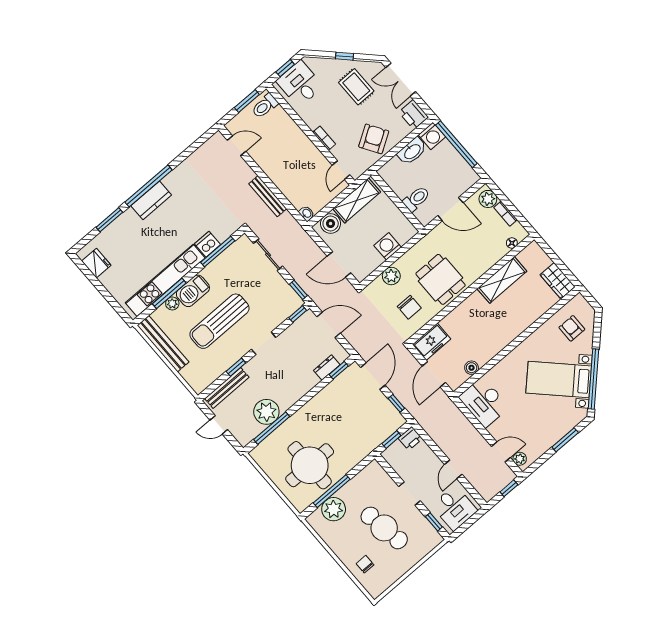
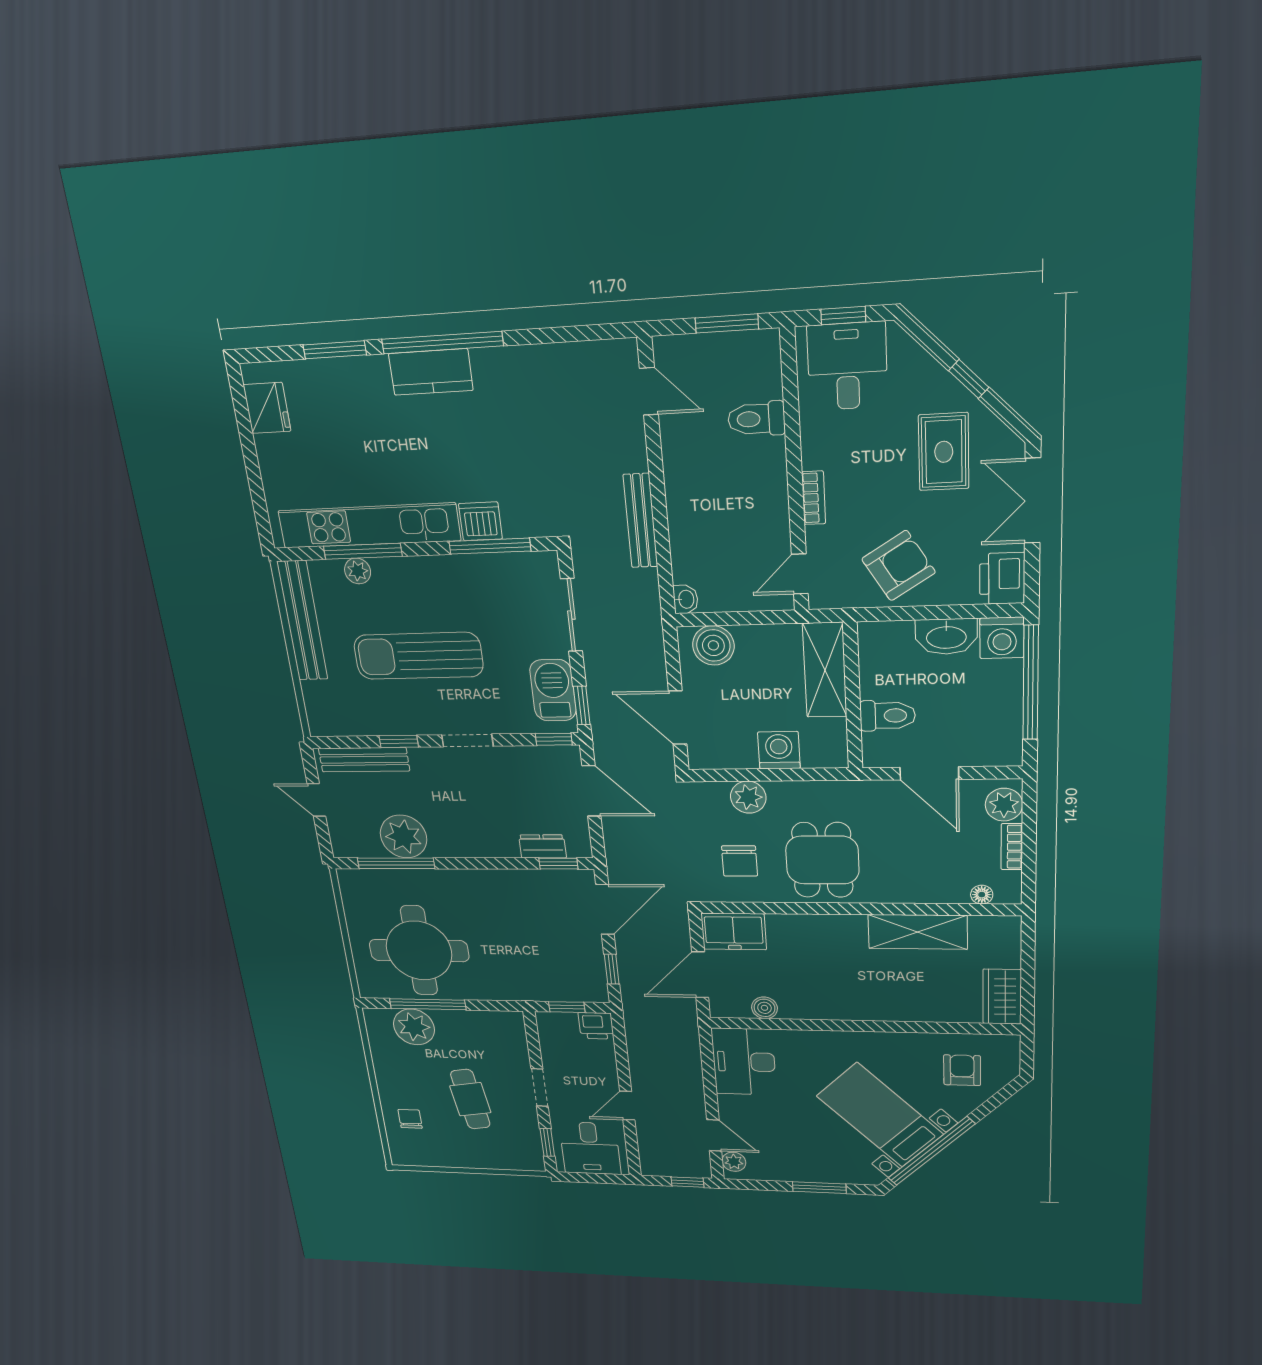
toilet: (265, 106) -> (756, 419), moved
shelving: (357, 200) -> (825, 670), moved, turned 90
barbecue: (193, 291) -> (553, 690), moved, turned 90
cafe table: (384, 528) -> (470, 1099), width x0.73, depth x0.74

